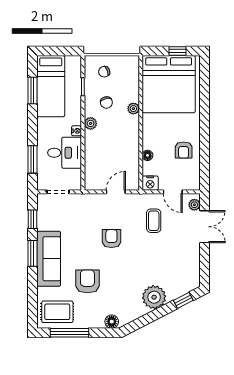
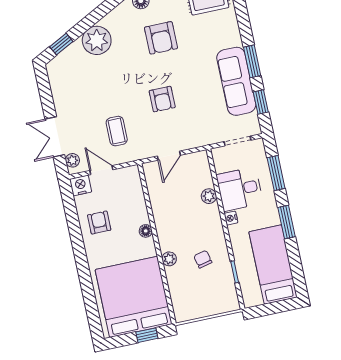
window: (178, 51) -> (147, 335), moved
chair: (104, 72) -> (213, 295), removed
window: (32, 90) -> (287, 222), moved
plant: (91, 123) -> (209, 196), moved
floor lamp: (148, 155) -> (146, 231), moved
nightstand: (150, 183) -> (81, 185), moved
sofa: (49, 259) -> (236, 81), moved
armchair: (87, 281) -> (161, 38), moved

